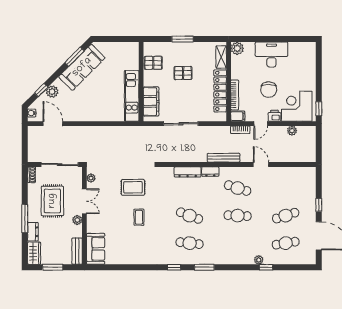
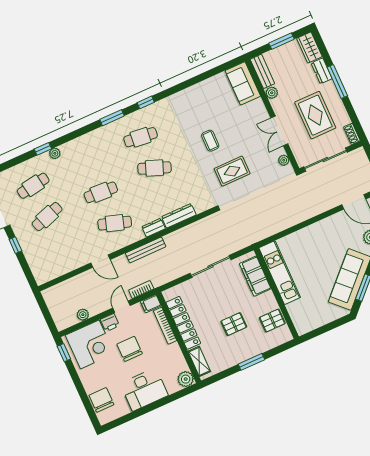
chair: (307, 61) -> (101, 400), added
plant: (77, 220) -> (272, 93), moved

